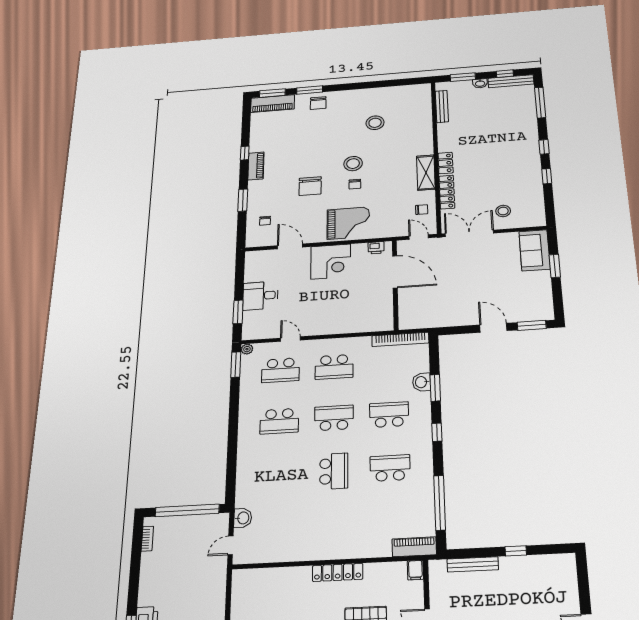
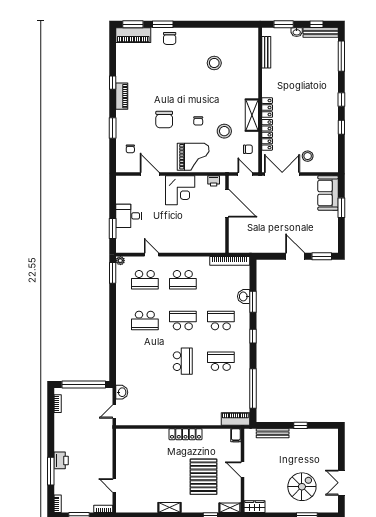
stool: (353, 164) -> (224, 131), moved

